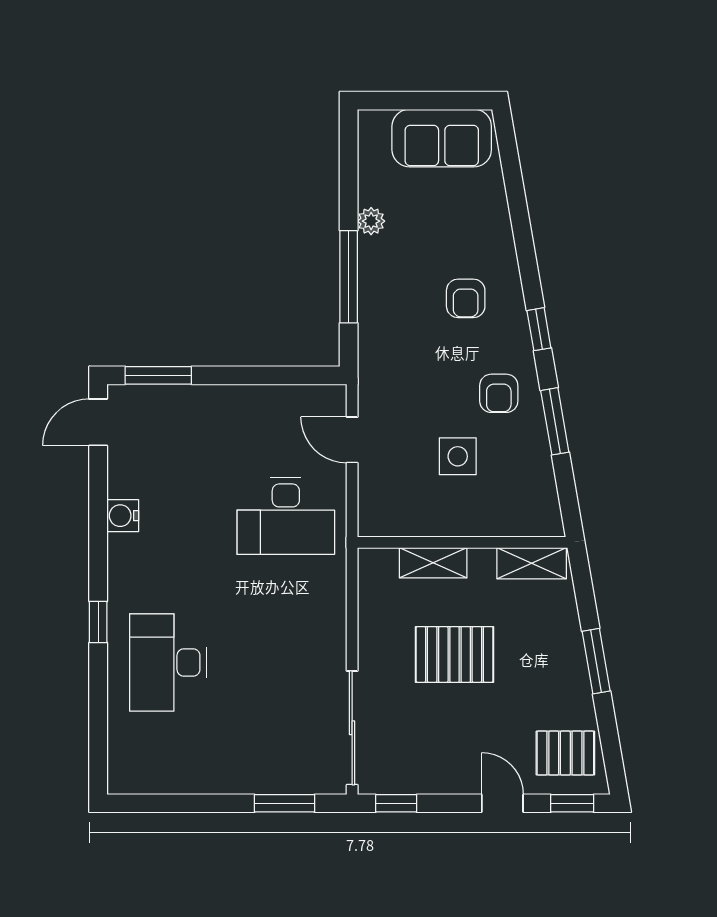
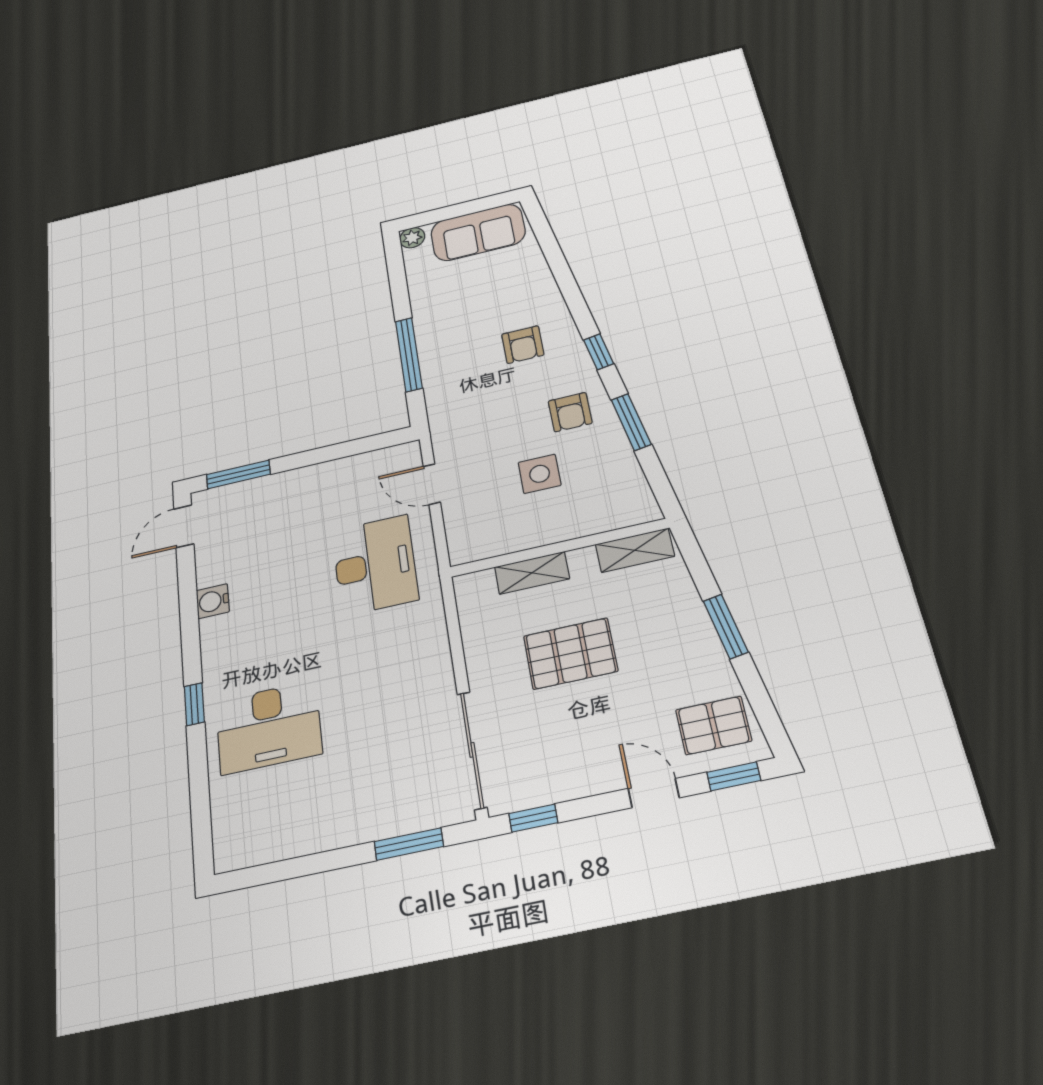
plant: (371, 221) -> (412, 238), moved
desk: (286, 516) -> (375, 565), turned -90
desk: (168, 662) -> (269, 727), turned -90

